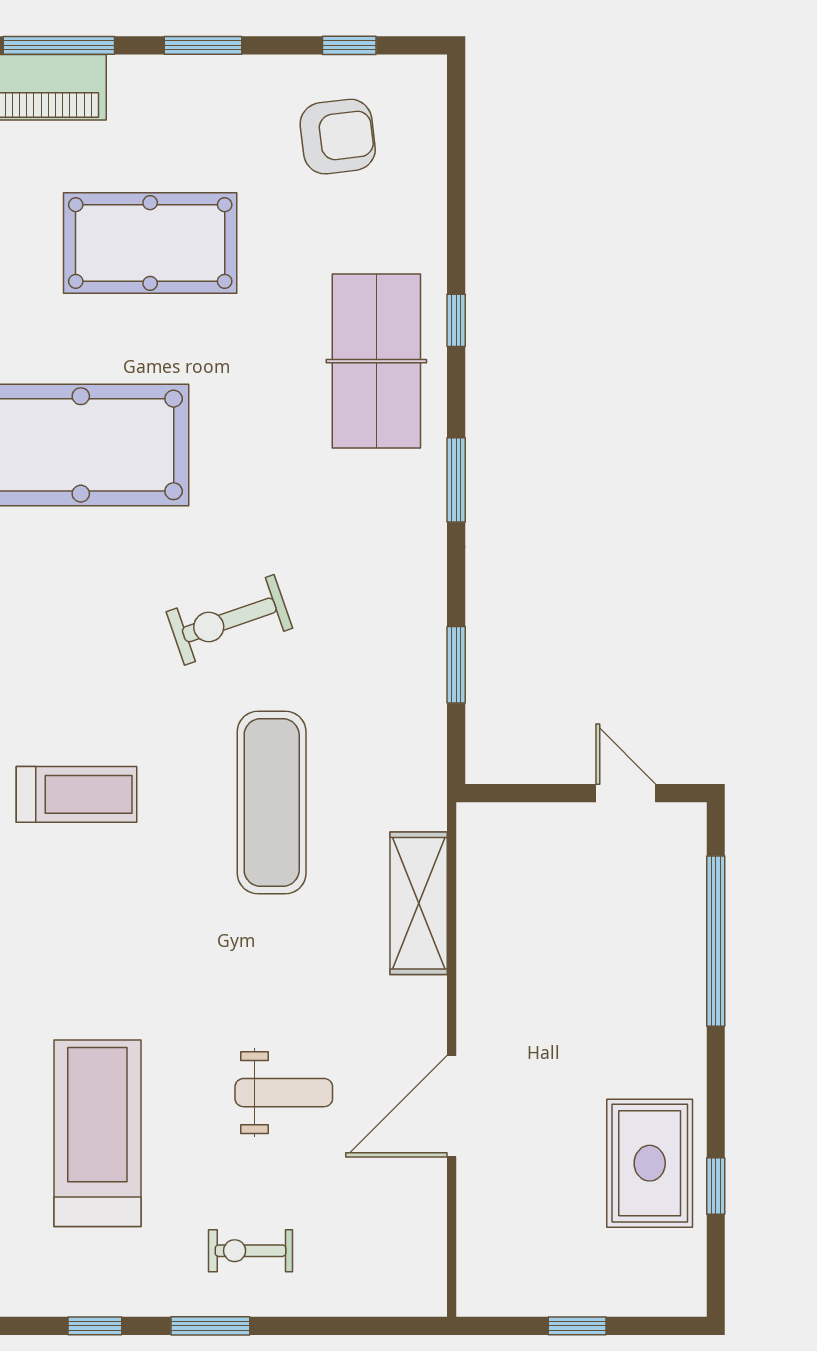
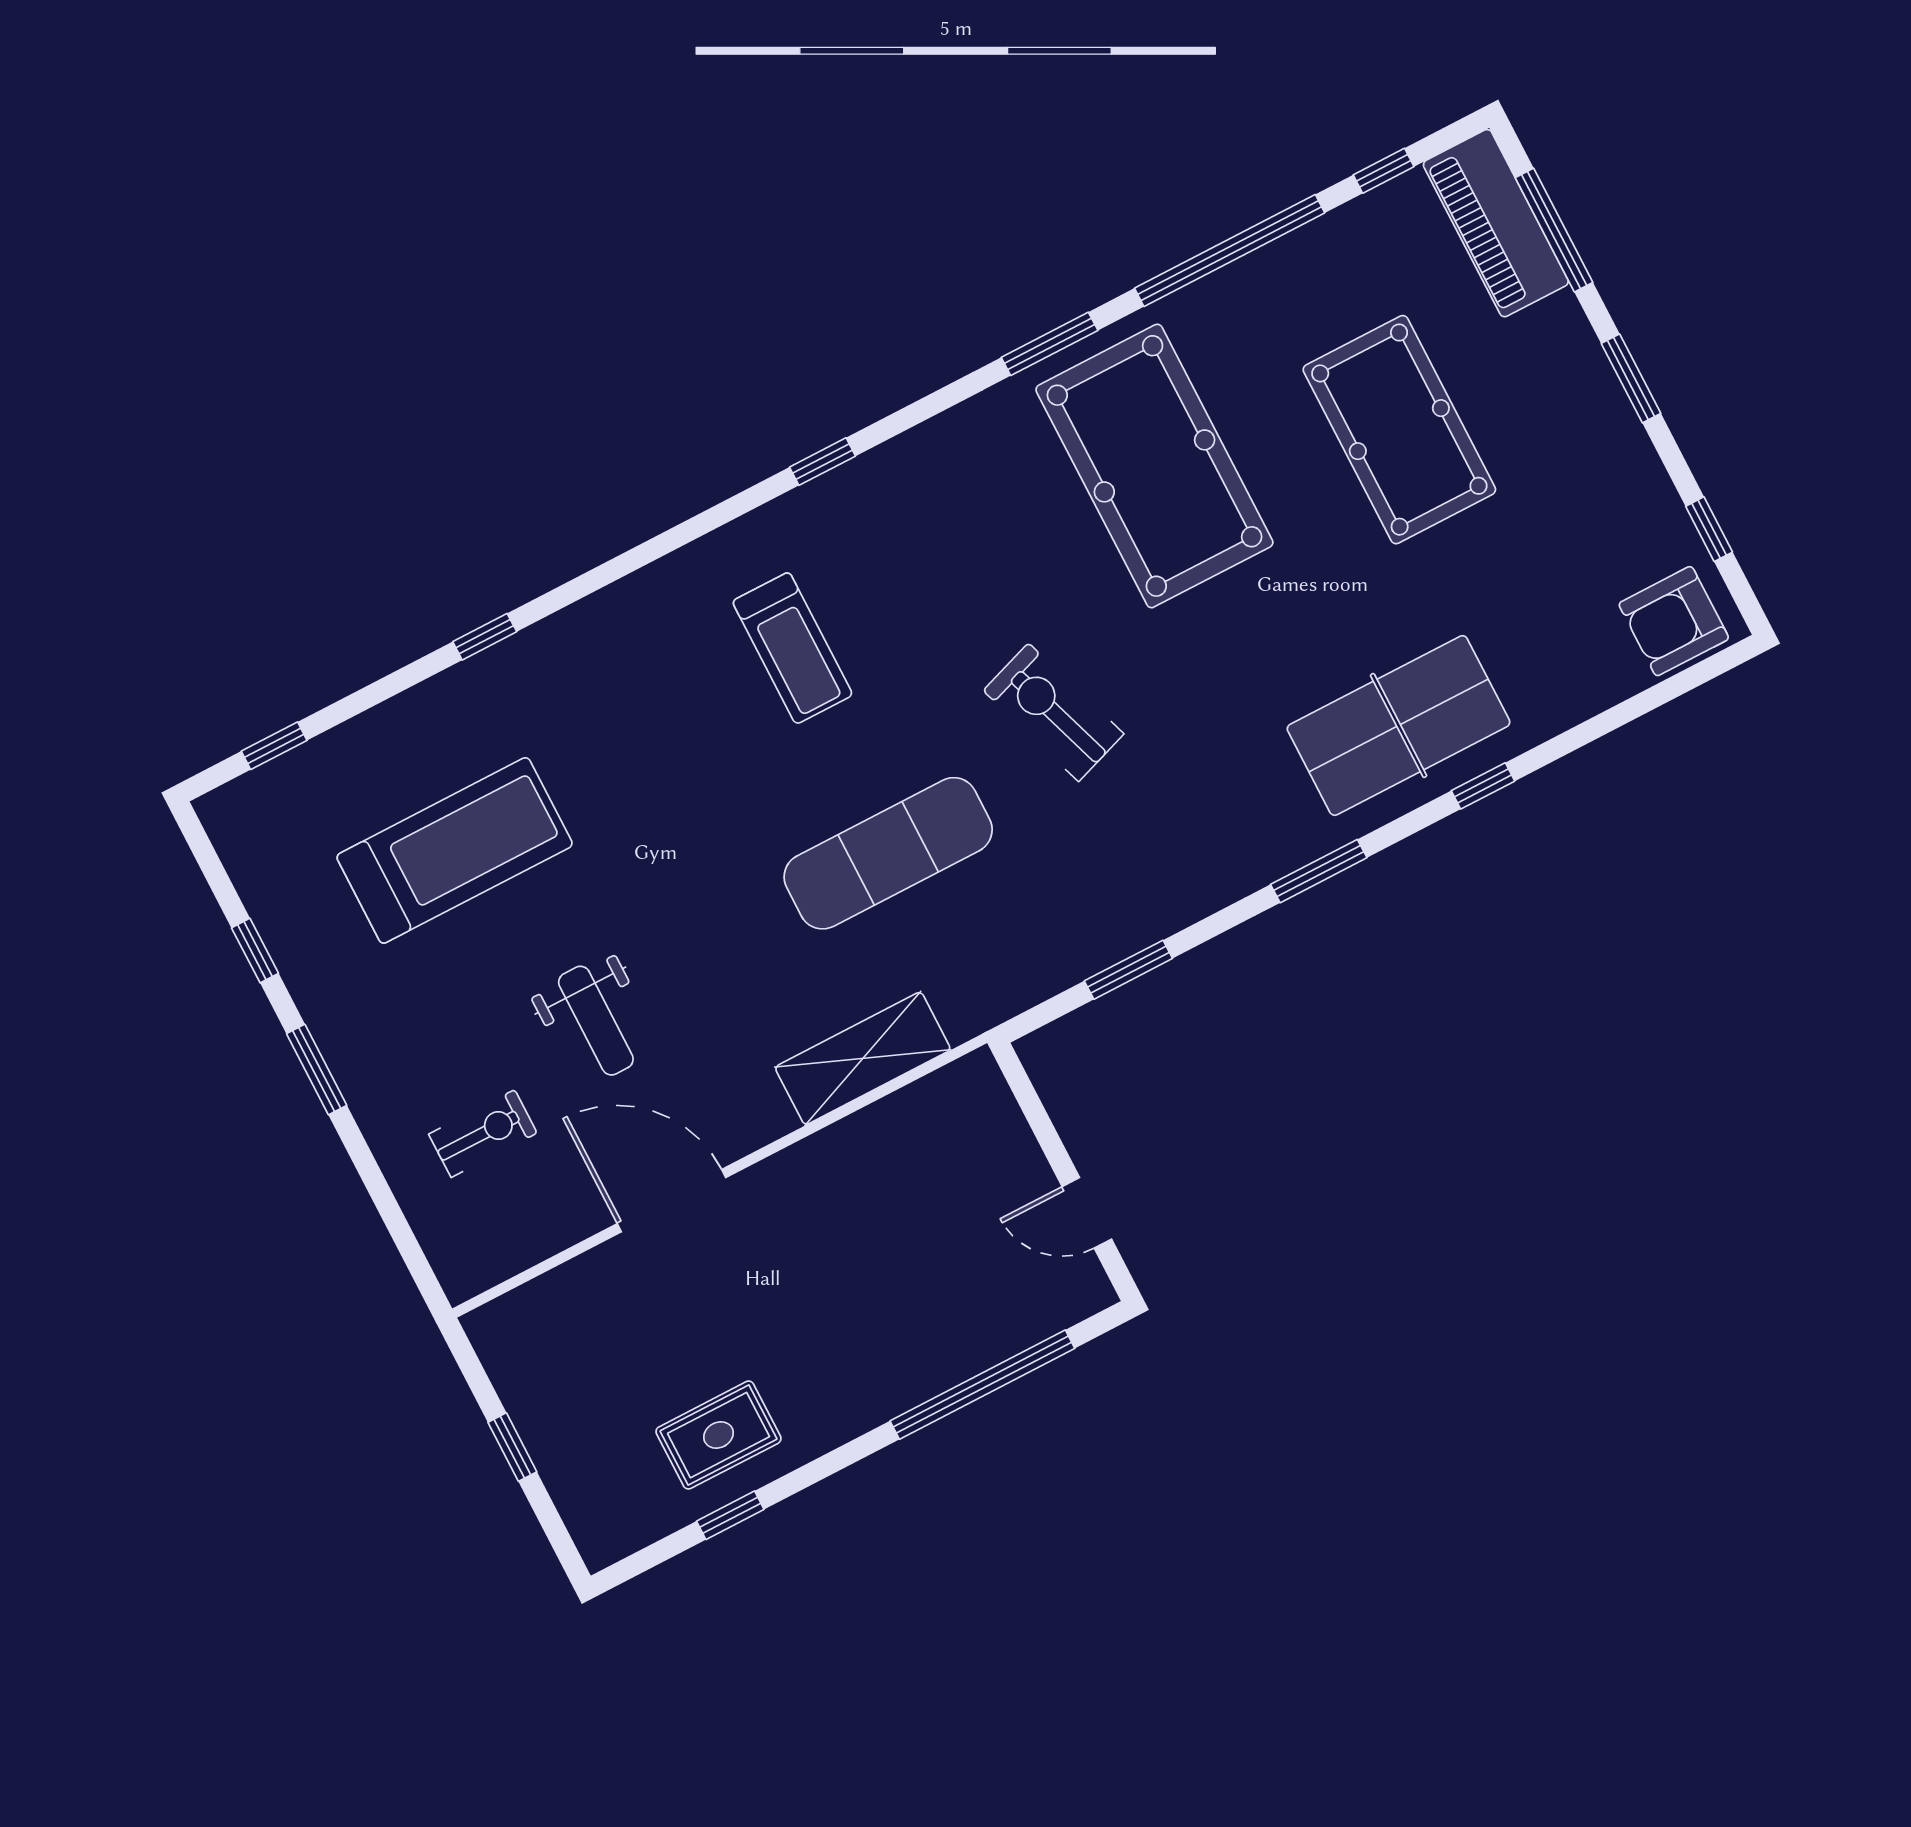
armchair: (338, 137) -> (1674, 621), moved, turned 97
door: (626, 793) -> (1087, 1213), swing flipped
rug: (650, 1163) -> (719, 1435), width x0.73, depth x0.70
exercise bike: (251, 1251) -> (483, 1134), moved, turned 90

